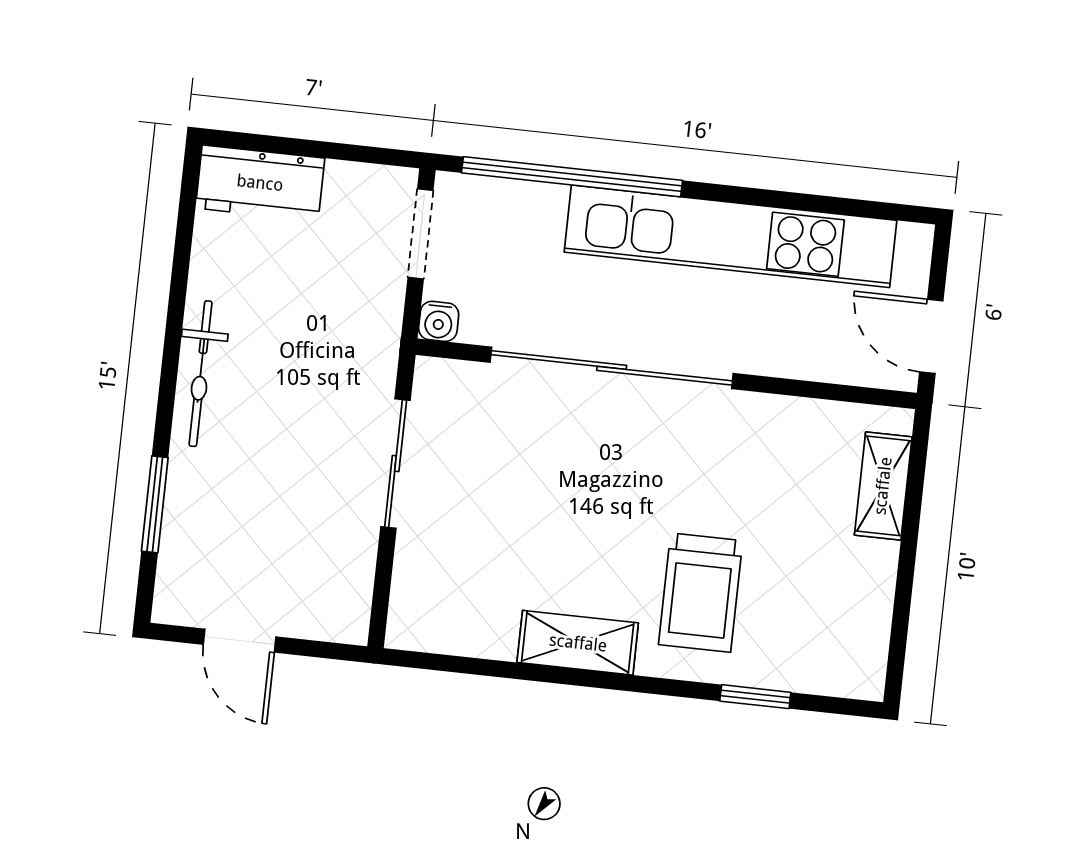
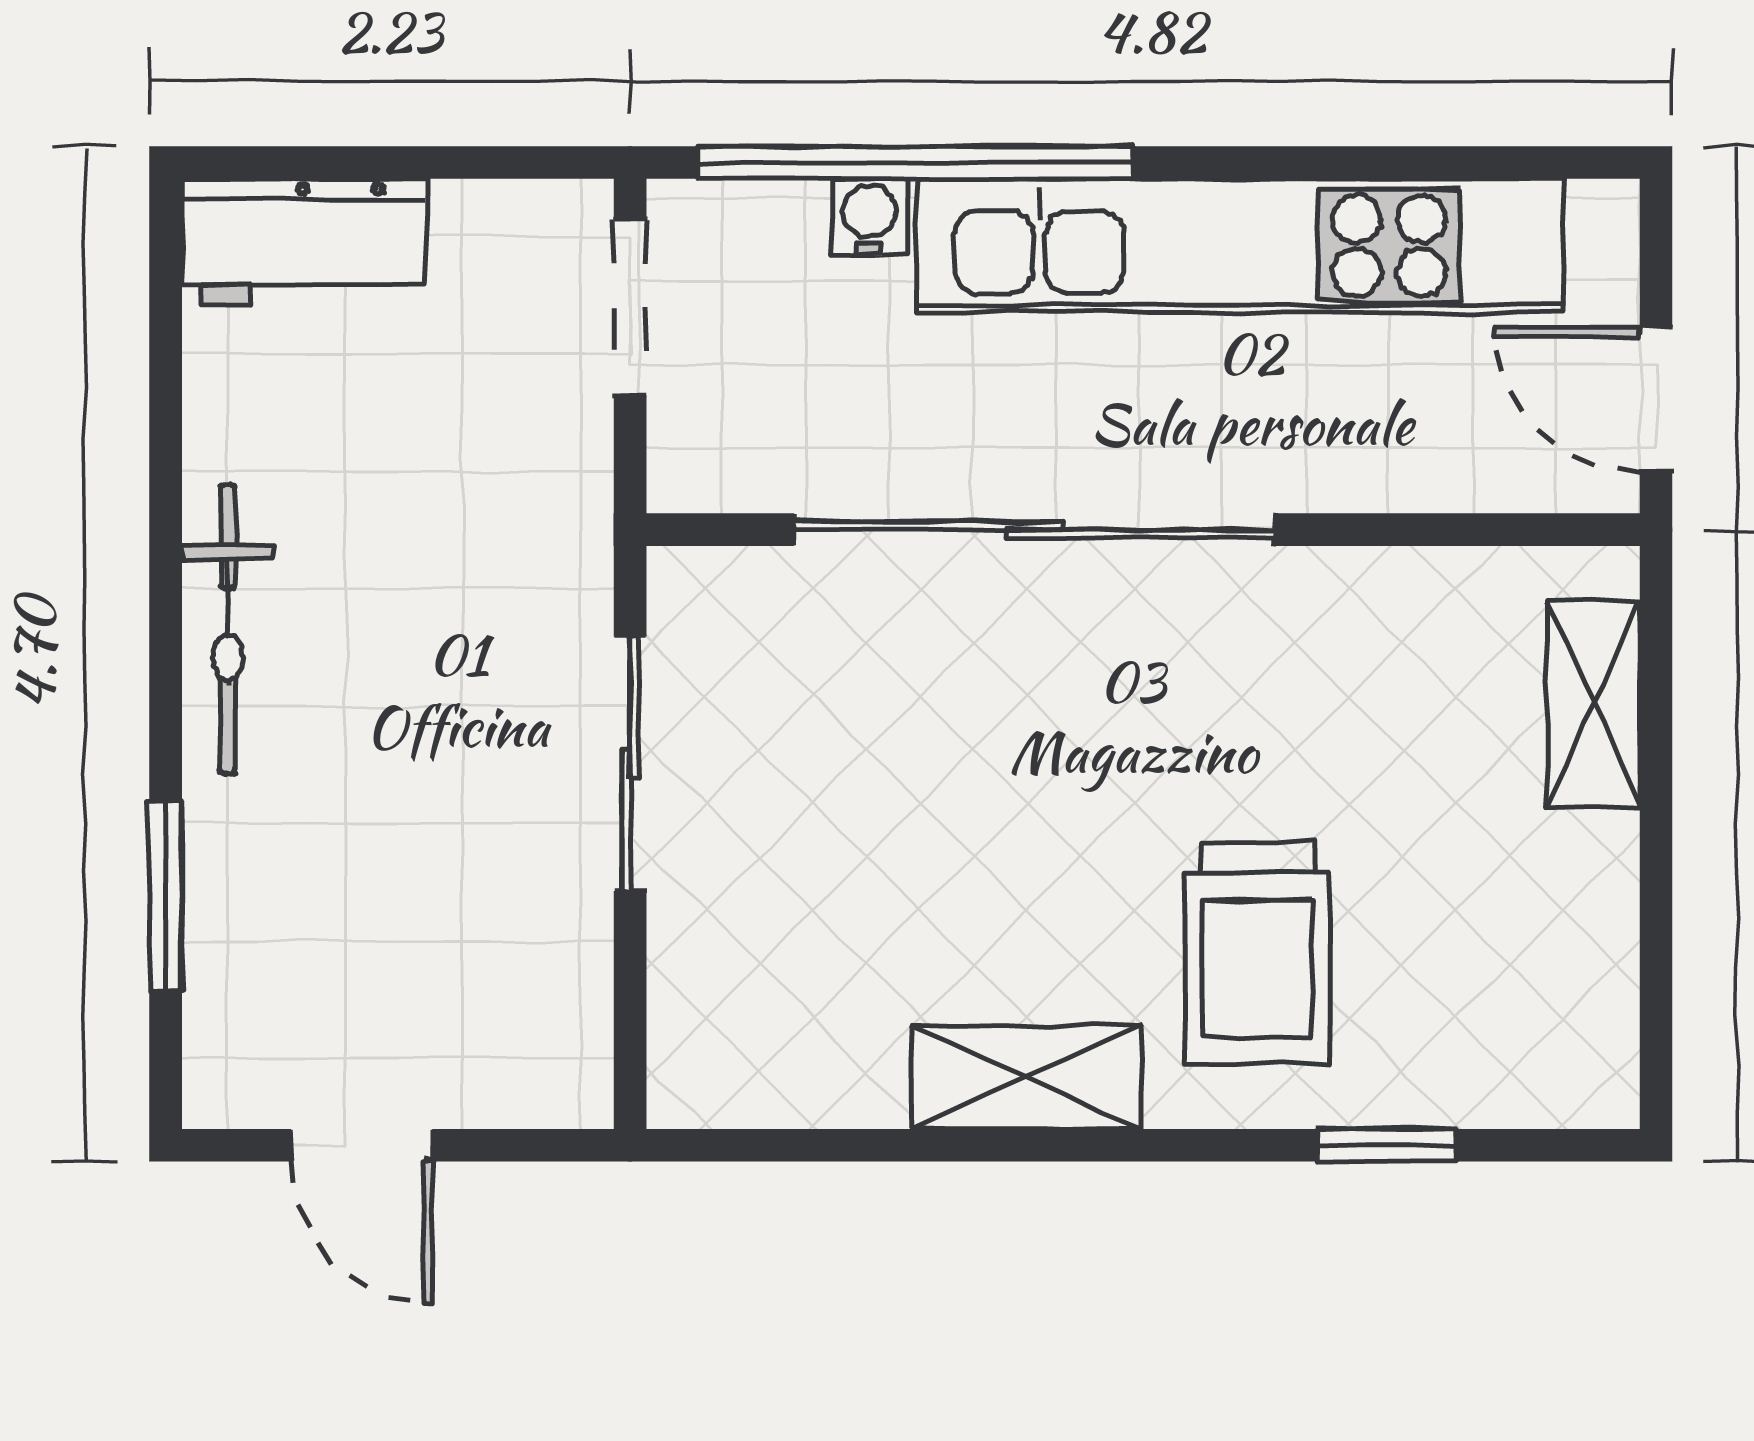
water cooler: (439, 321) -> (870, 217), moved, turned 180

